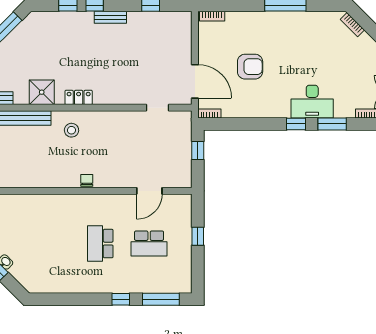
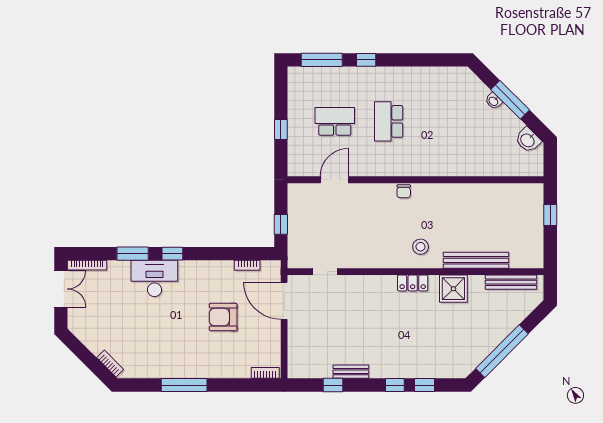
bench: (110, 17) -> (351, 372), moved
bookcase: (209, 113) -> (247, 265), moved
school desk: (100, 244) -> (389, 121), turned 180

